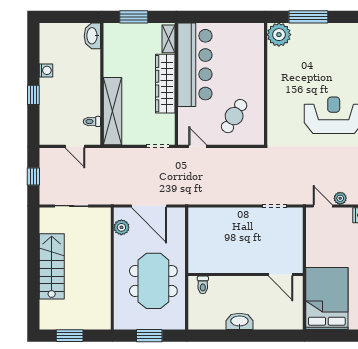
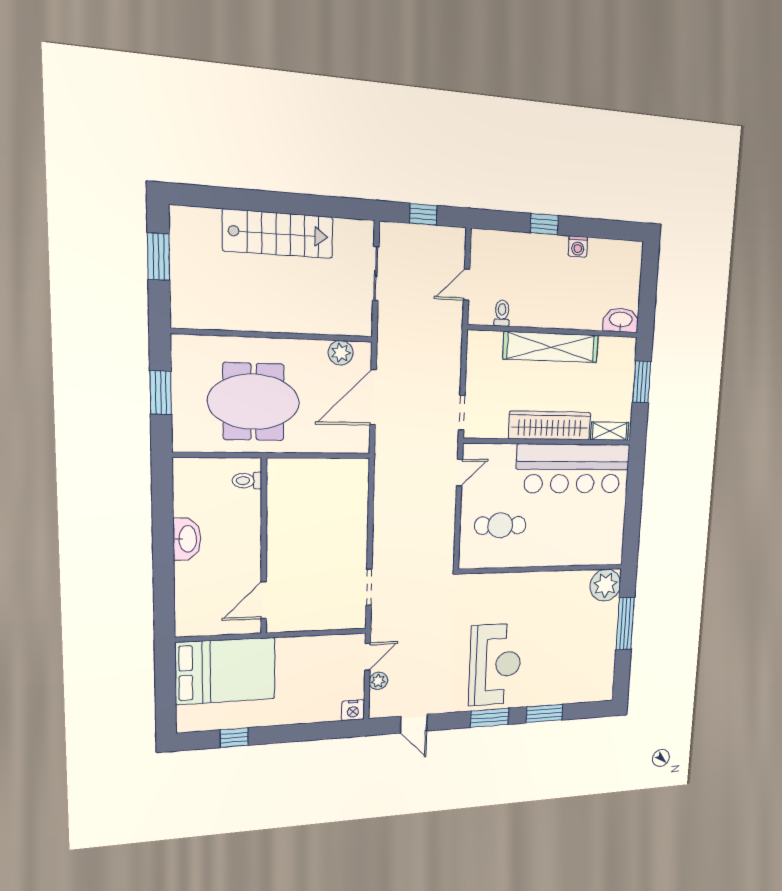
shelving: (113, 111) -> (551, 347), moved
cafe table: (234, 116) -> (500, 525), turned -31

